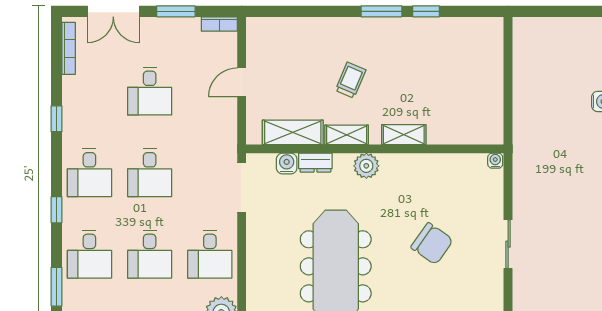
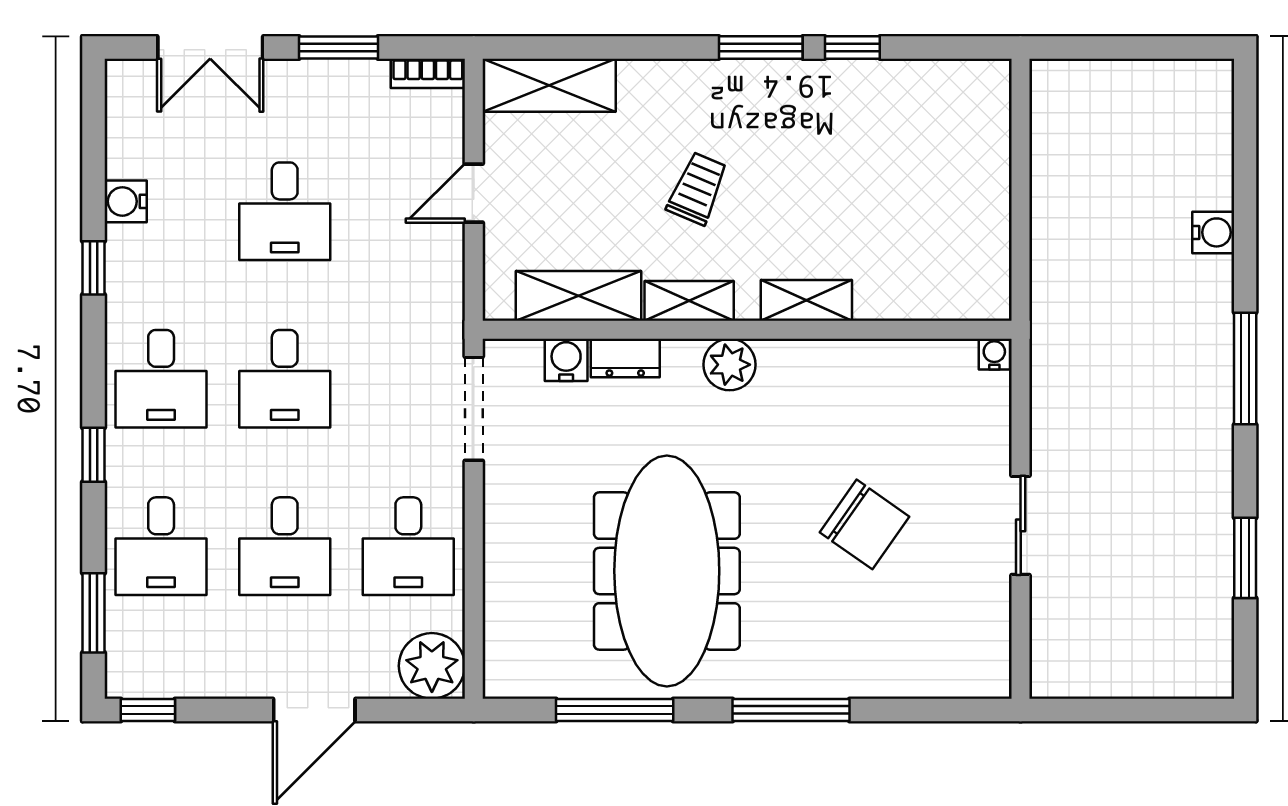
shelving: (278, 30) -> (549, 85), added
bookcase: (69, 48) -> (118, 123), removed
water cooler: (72, 86) -> (126, 201), added

